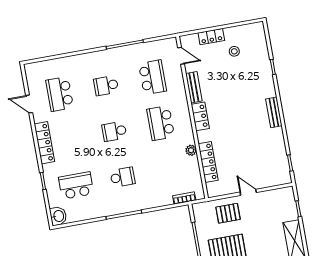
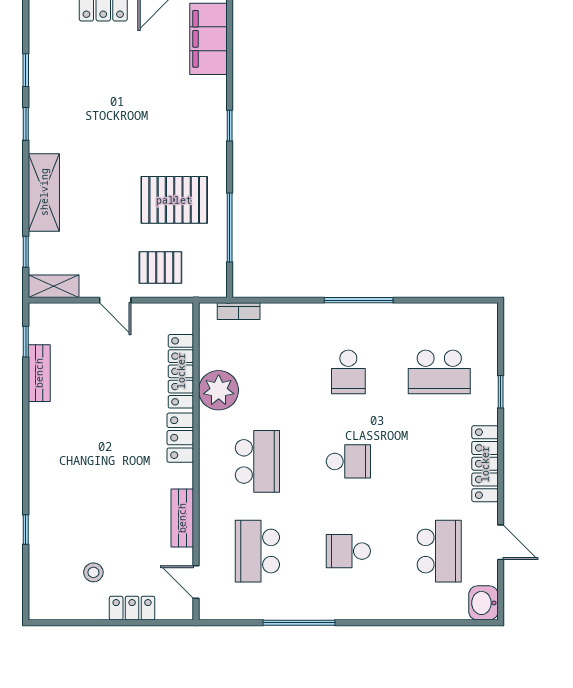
school desk: (106, 86) -> (348, 551), turned 180
bench: (274, 112) -> (39, 373), moved
locker: (200, 116) -> (180, 438), moved
plant: (191, 150) -> (219, 390), width x1.87, depth x1.87
school desk: (123, 177) -> (348, 372), turned -90
shelving: (281, 194) -> (54, 286), added
washbasin: (58, 216) -> (483, 603), moved

